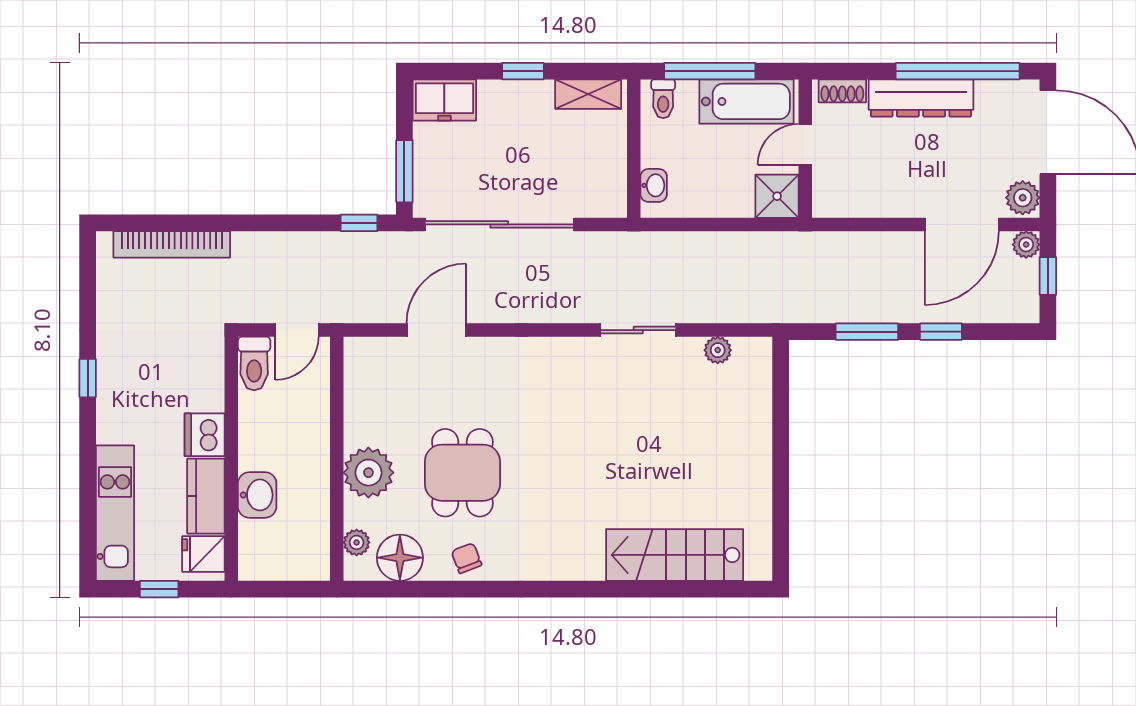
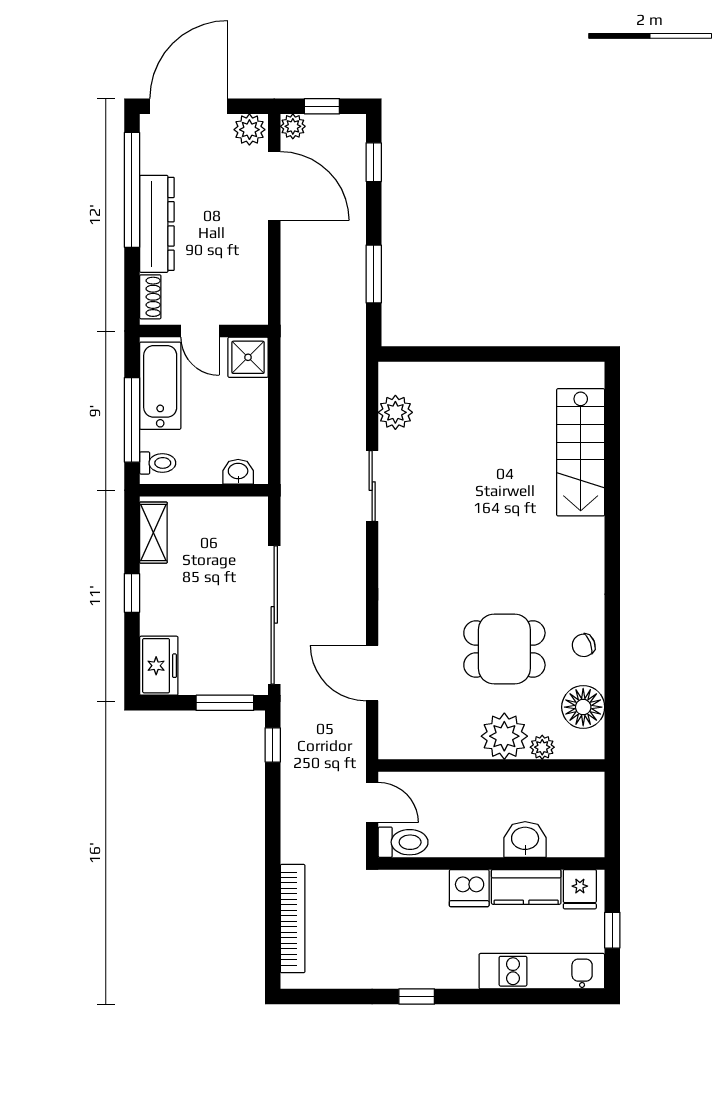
window: (941, 332) -> (374, 162), moved
plant: (718, 350) -> (395, 412), width x1.38, depth x1.38
plant: (357, 542) -> (542, 747), moved

